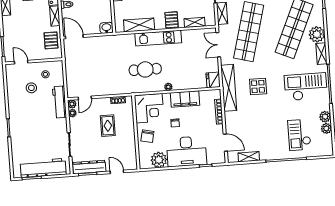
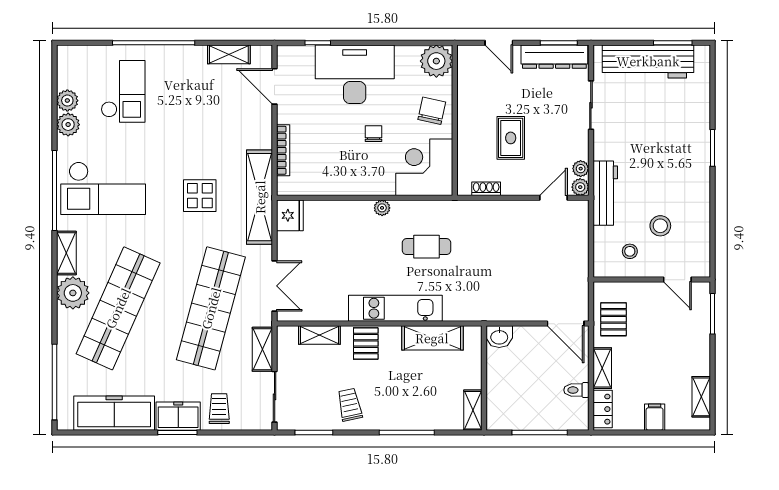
cafe table: (145, 69) -> (426, 247), width x0.73, depth x0.74
filing cabinet: (185, 99) -> (350, 181), removed
plant: (159, 160) -> (436, 61), moved

